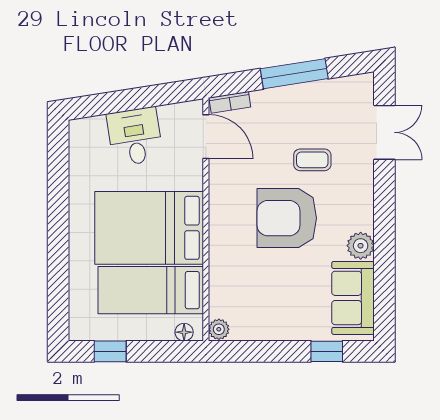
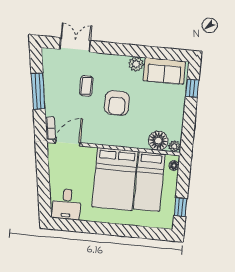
desk: (135, 137) -> (67, 204), moved, turned -81
armchair: (287, 218) -> (117, 103), width x0.73, depth x0.73
floor lamp: (226, 299) -> (158, 141), added

